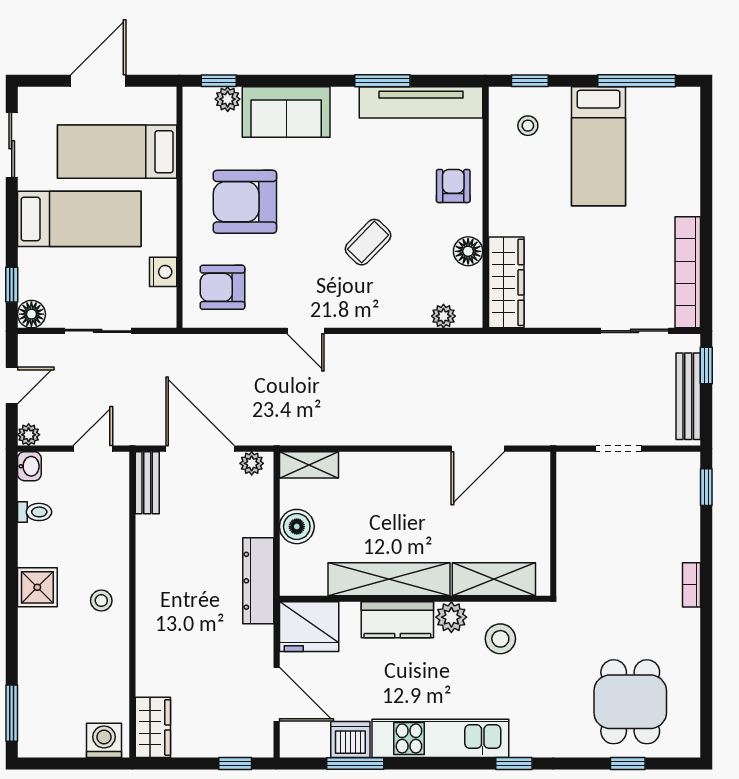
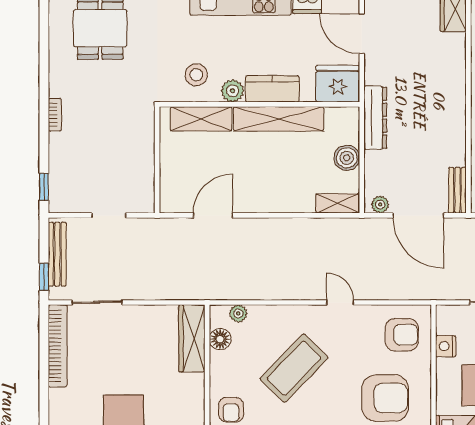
coffee table: (368, 242) -> (294, 368), width x1.86, depth x1.72
floor lamp: (468, 251) -> (220, 339), moved

